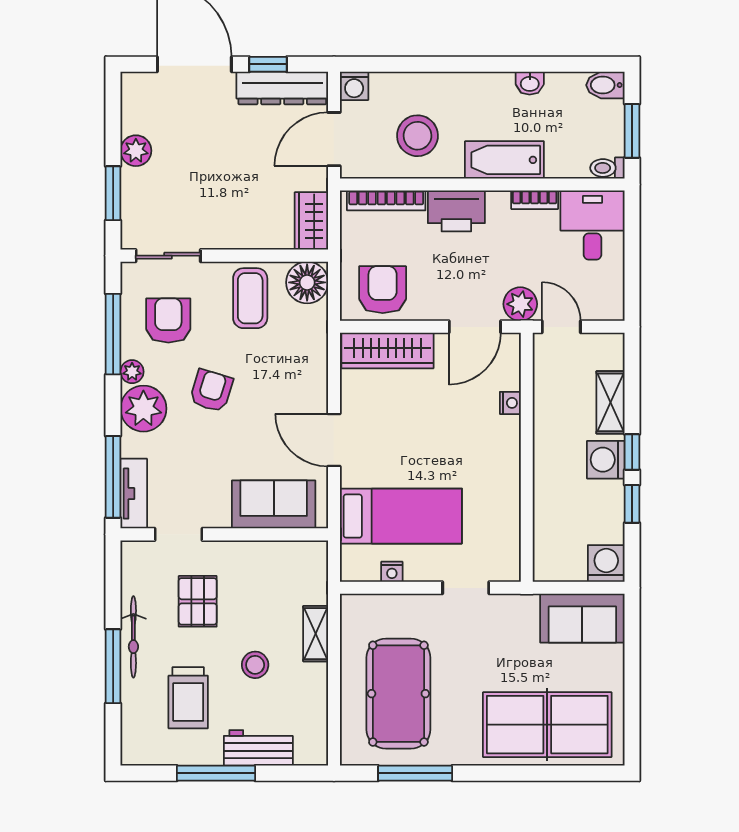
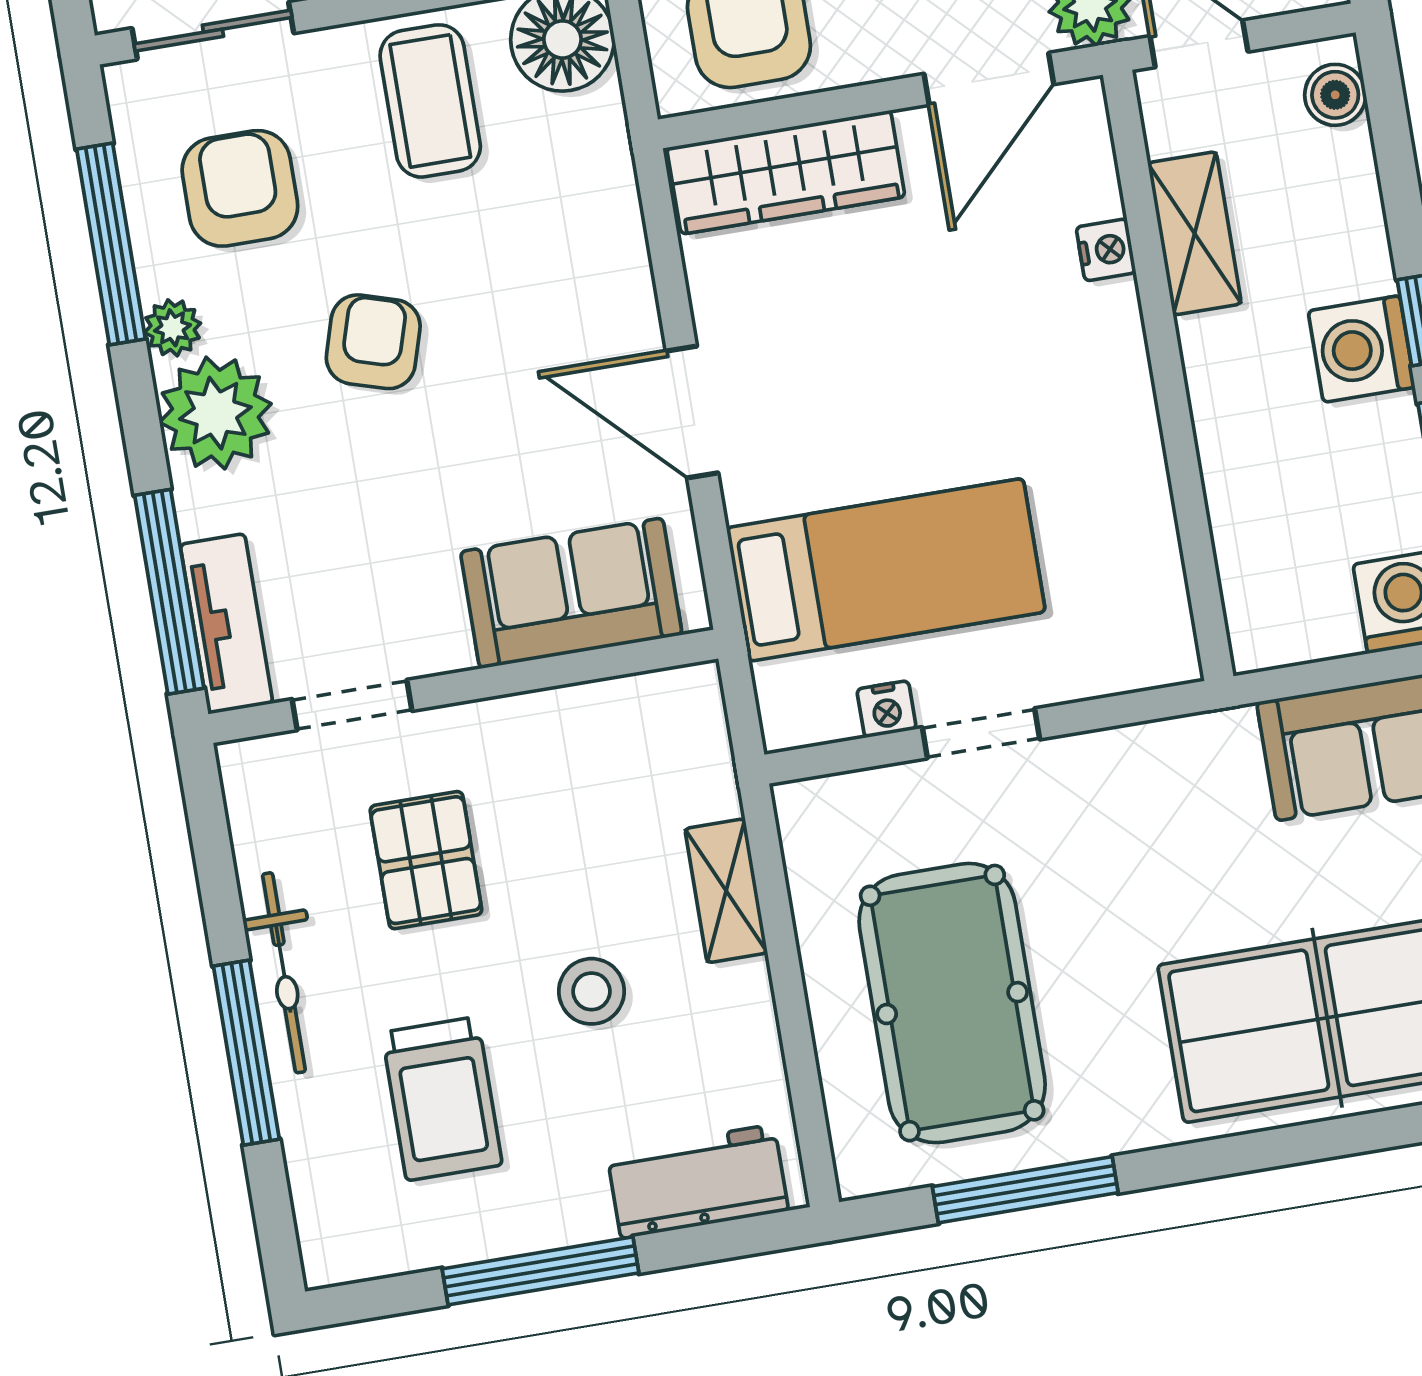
boiler: (612, 356) -> (1335, 95), added
shelving: (611, 402) -> (1195, 233), moved
doorway: (466, 588) -> (981, 733), moved
workbench: (258, 748) -> (698, 1181), moved

